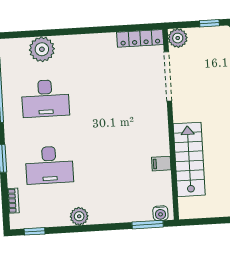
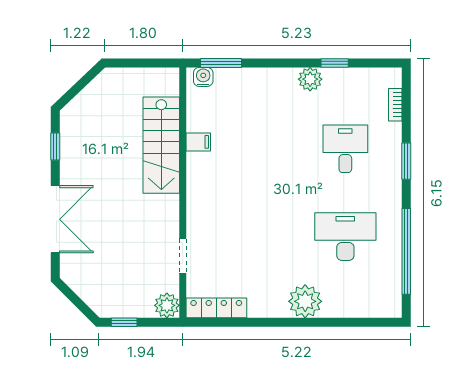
plant: (42, 49) -> (305, 301), moved
doorway: (168, 76) -> (183, 256), width x0.53
desk: (49, 165) -> (345, 149), width x0.73
window: (35, 231) -> (335, 63), moved

